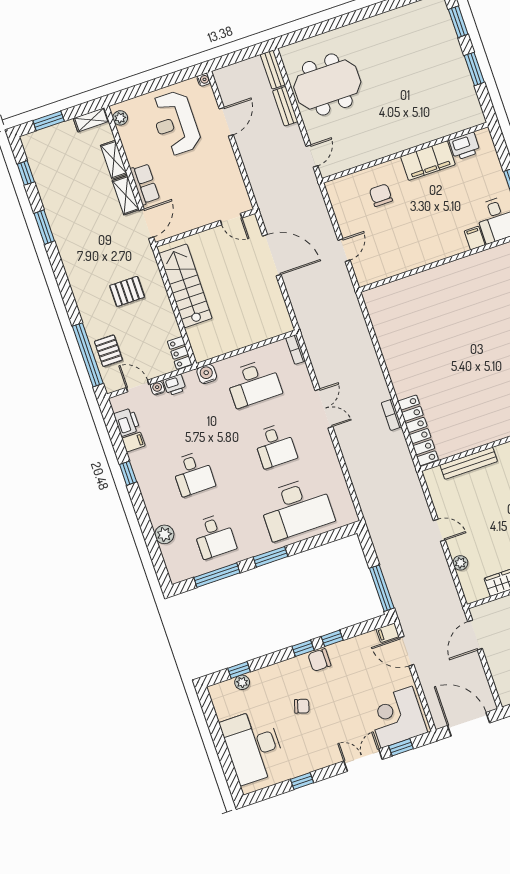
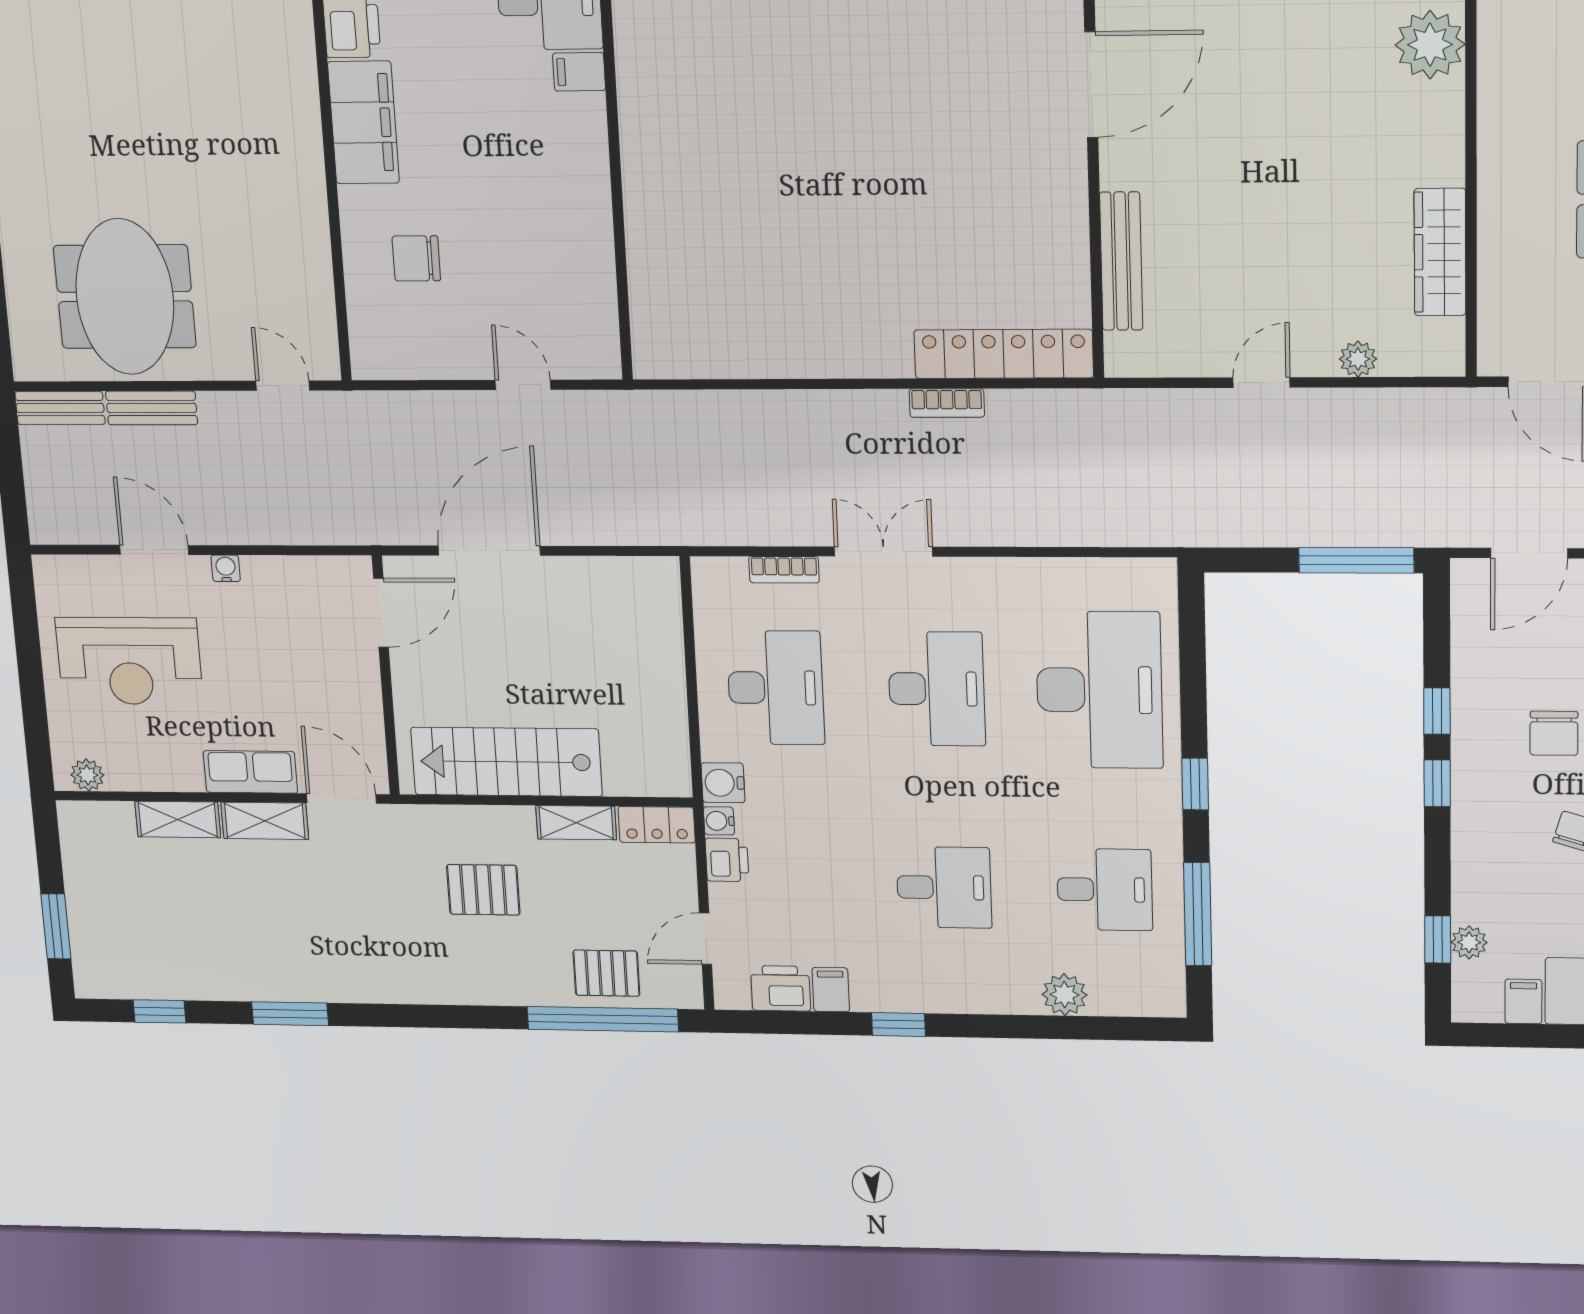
water cooler: (204, 80) -> (226, 568), moved
shelving: (91, 120) -> (576, 823), moved, turned 90
door: (231, 219) -> (381, 613), width x1.38
pallet: (127, 291) -> (483, 890), turned 90
bookcase: (296, 349) -> (784, 570), moved
water cooler: (157, 388) -> (719, 821), moved
desk: (275, 446) -> (937, 689), width x1.37
window: (270, 557) -> (1195, 784), width x0.67
filing cabinet: (388, 633) -> (1523, 1001), moved, turned 180
chair: (319, 660) -> (1554, 733), moved

